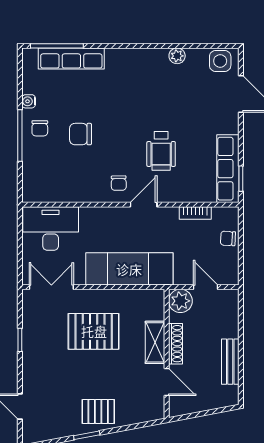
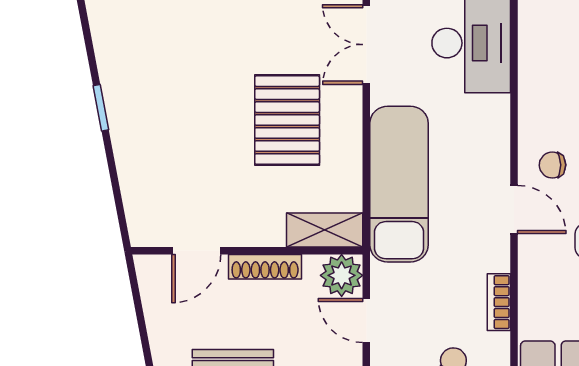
double door: (51, 287) -> (366, 45), swing flipped
door: (206, 287) -> (366, 321), swing flipped
shelving: (155, 342) -> (325, 230), moved
pallet: (98, 411) -> (144, 128), removed

